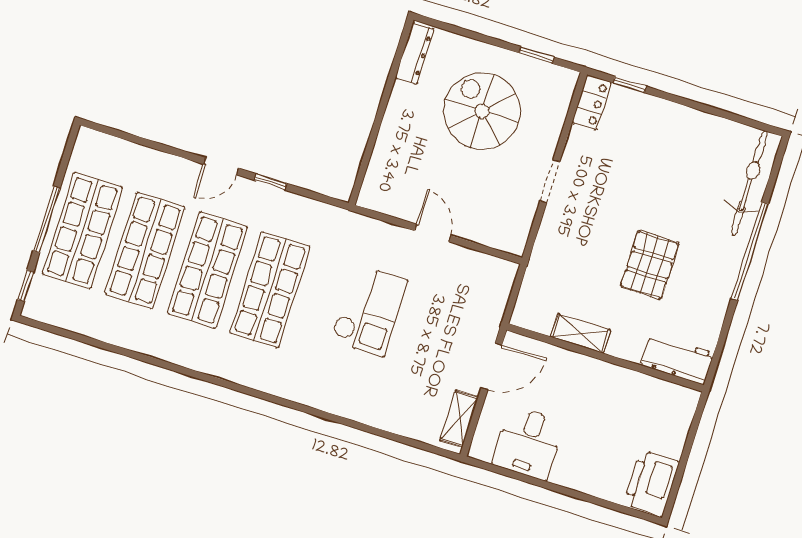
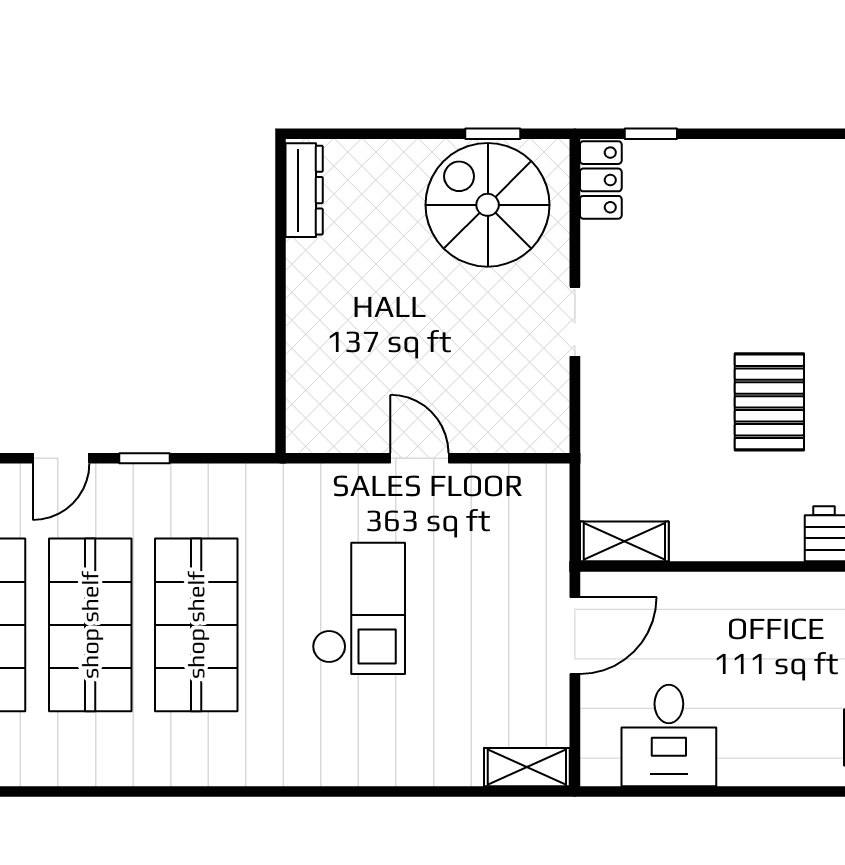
spiral stairs: (482, 111) -> (488, 205), moved
shelving: (580, 333) -> (624, 541), moved
shelving: (459, 419) -> (527, 767), moved, turned 90

